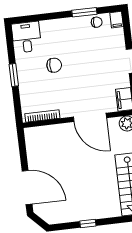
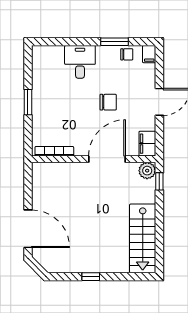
desk: (26, 37) -> (80, 62), moved
chair: (54, 65) -> (108, 102), moved
door: (90, 117) -> (107, 159), swing flipped

